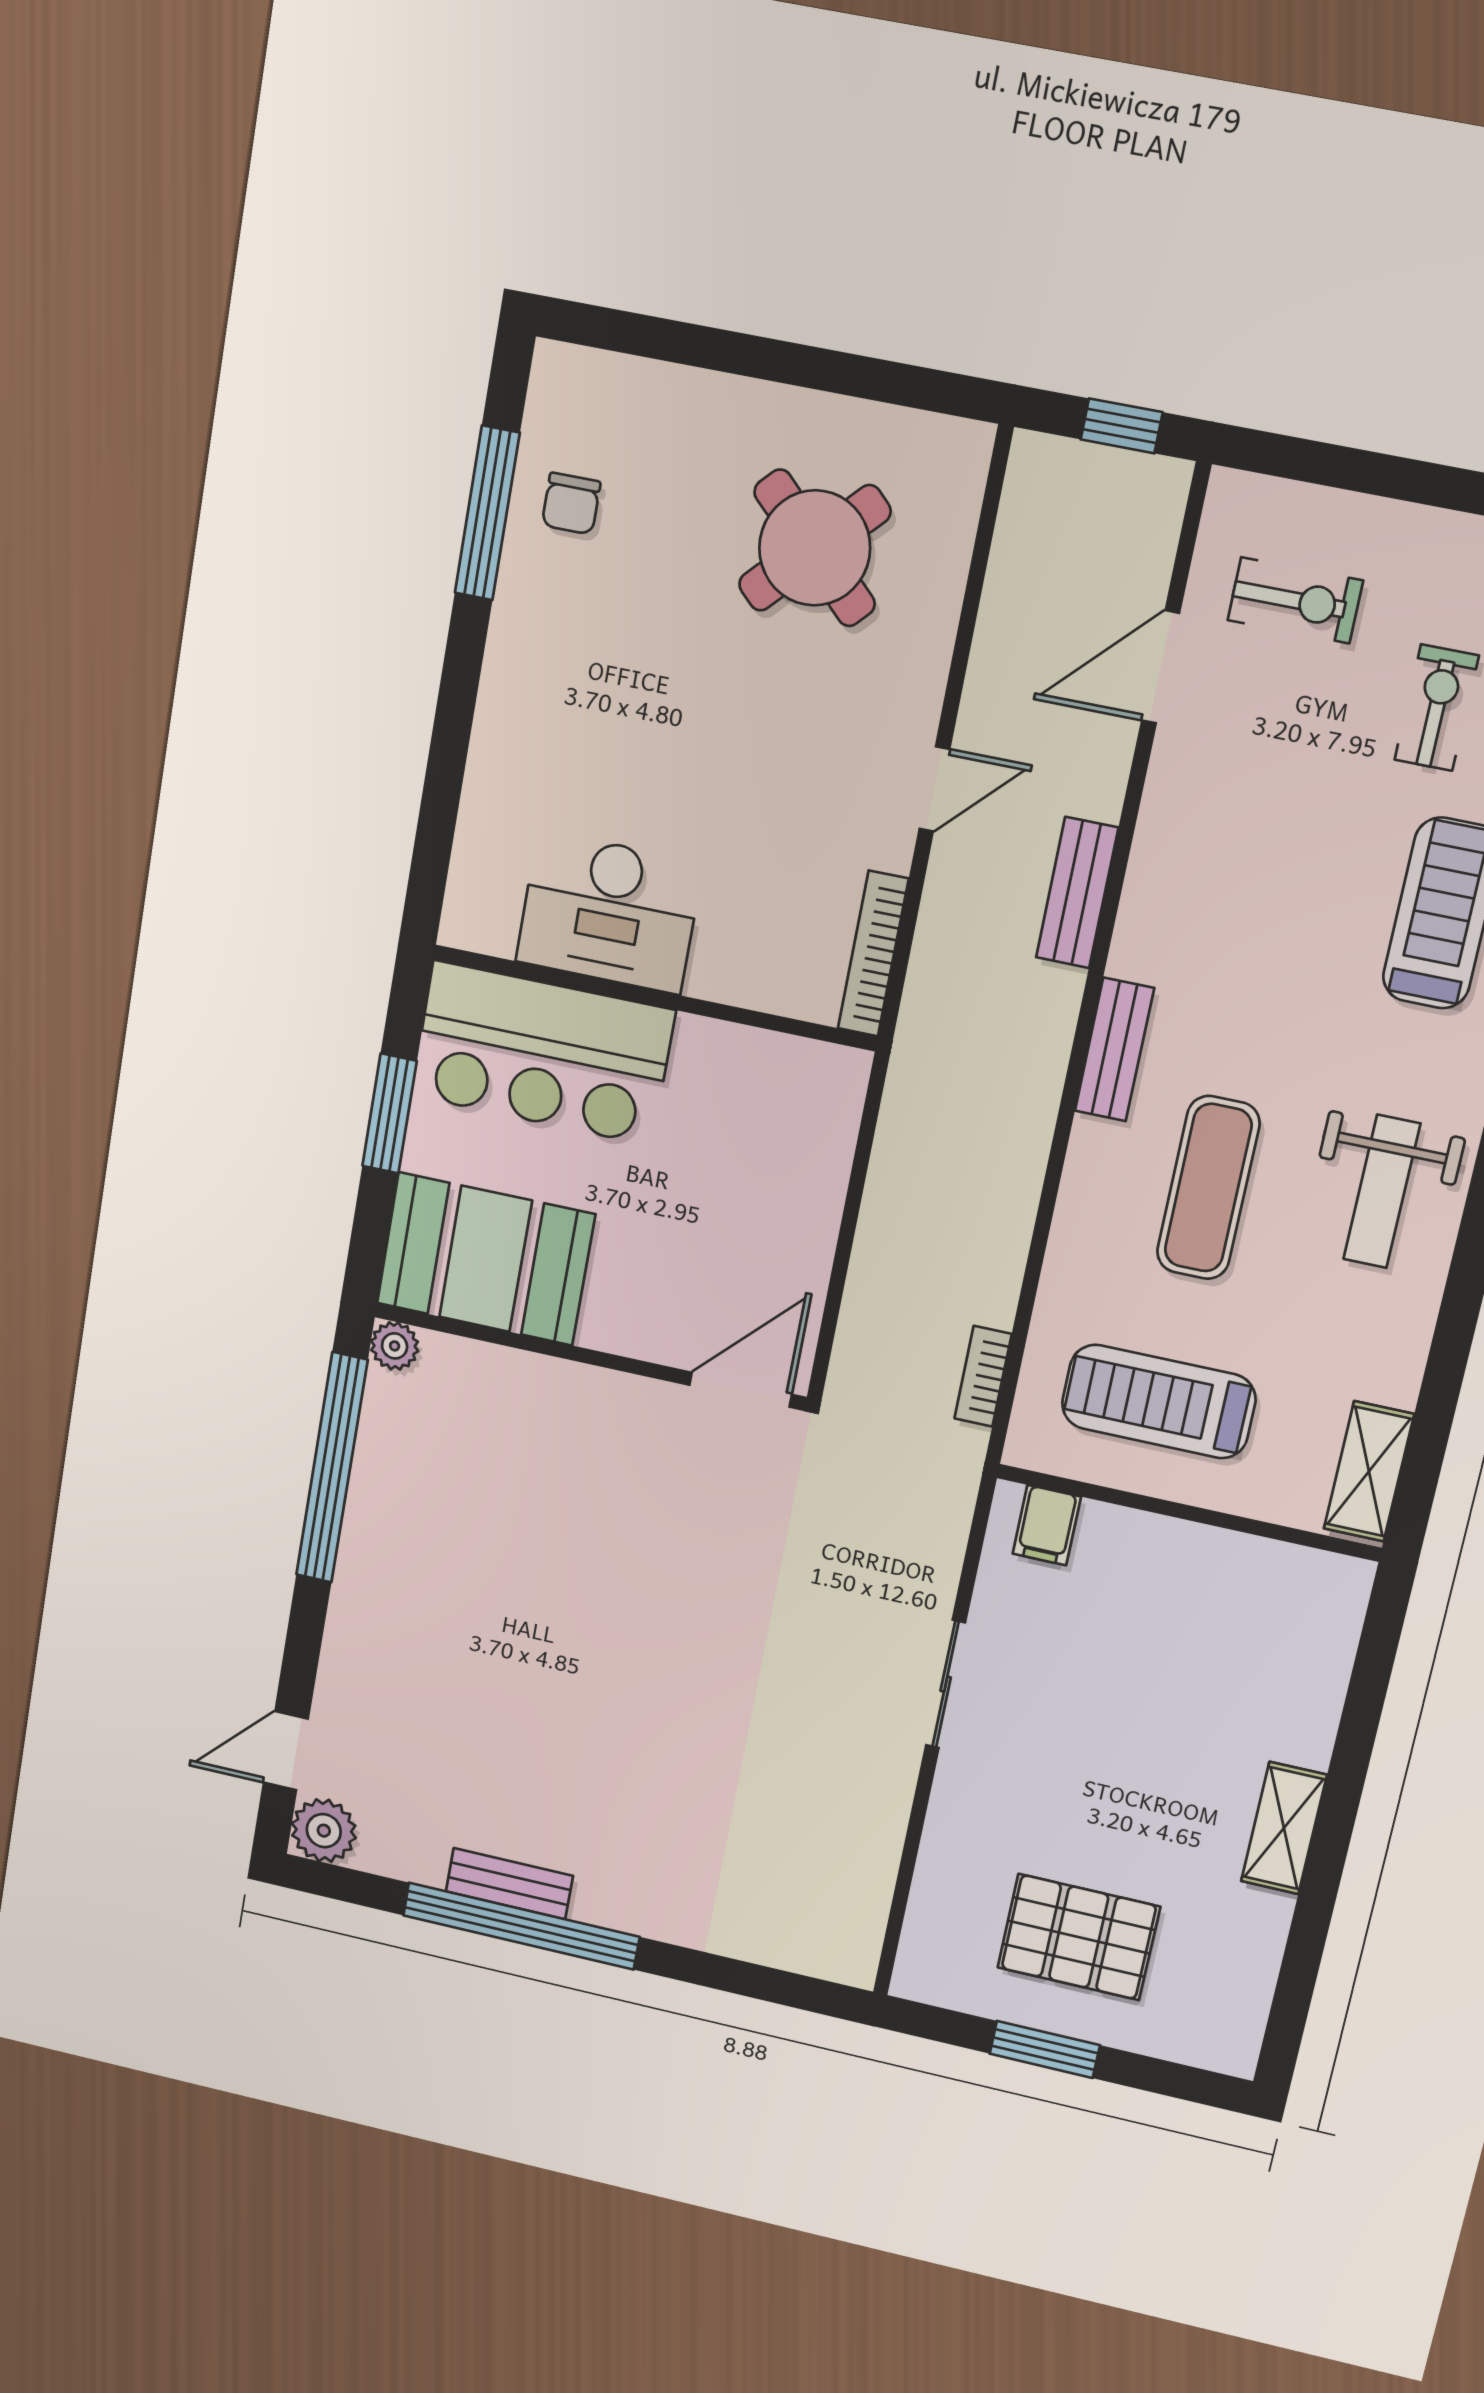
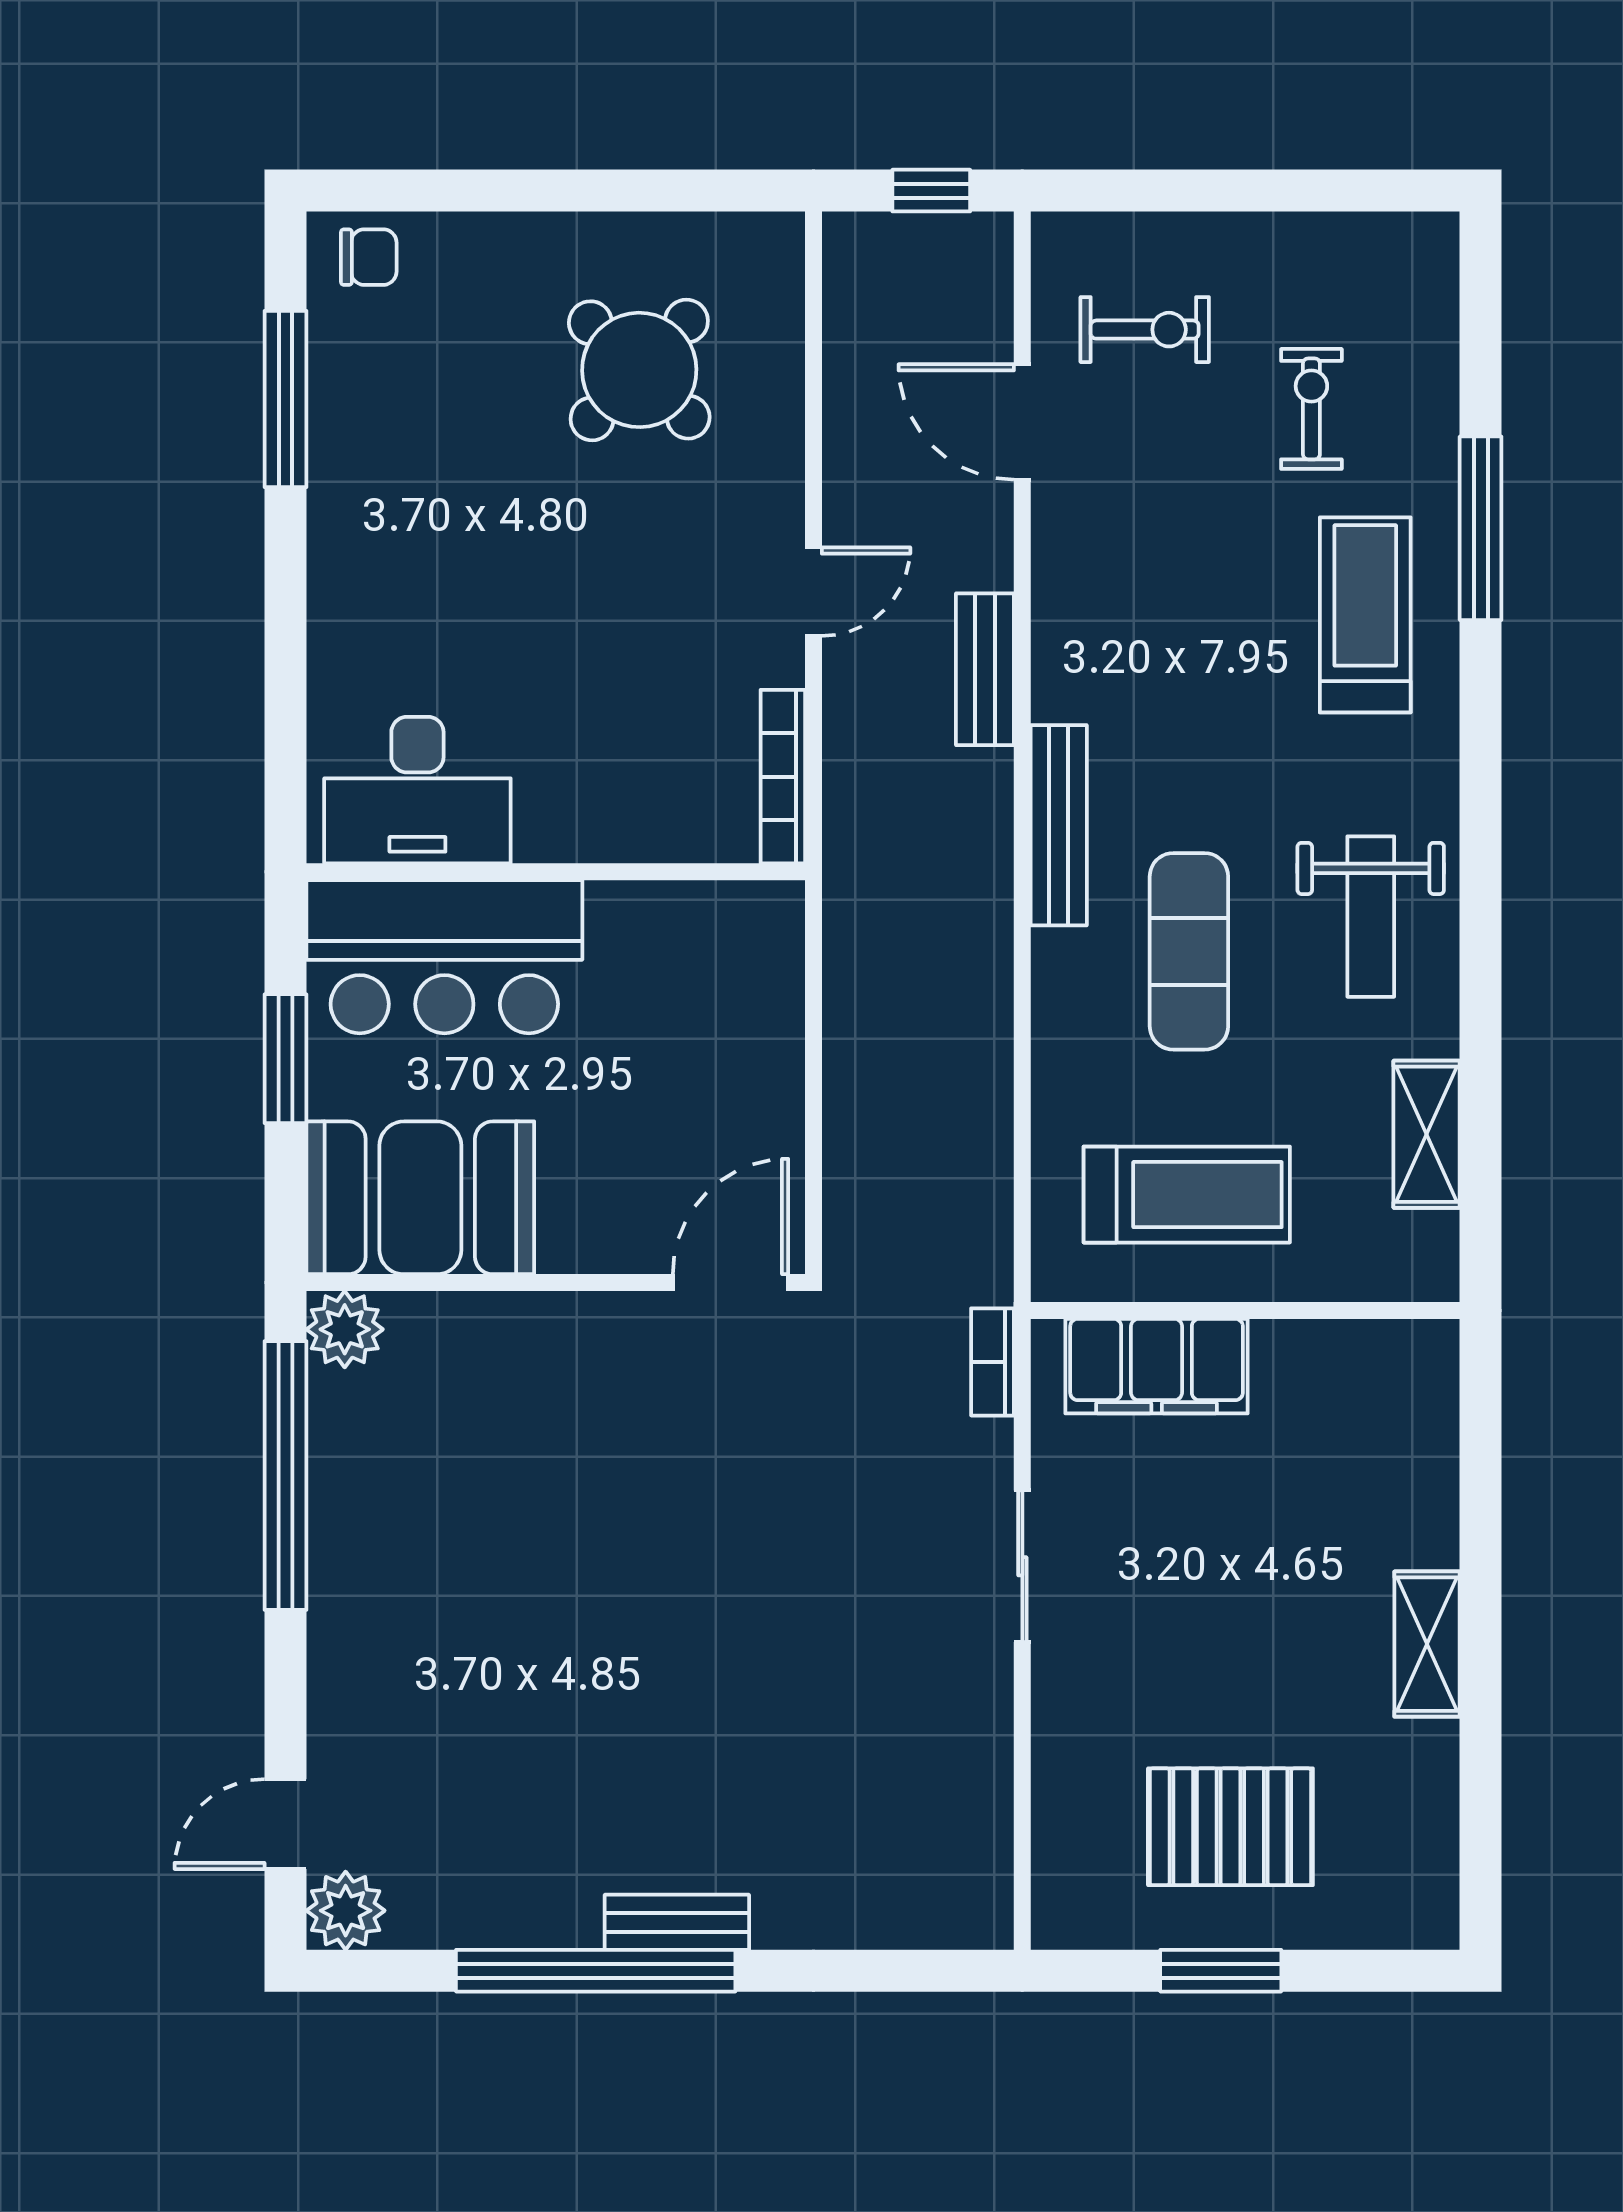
chair: (571, 503) -> (369, 257), moved, turned -90
door: (1161, 667) -> (1022, 422), hinge flipped
desk: (609, 912) -> (417, 790), moved
bench: (1114, 1049) -> (1059, 825), width x1.36
plant: (395, 1346) -> (345, 1329), width x1.38, depth x1.38
bookcase: (983, 1376) -> (993, 1362), moved
treadmill: (1159, 1402) -> (1187, 1195), turned 180
shelving: (1369, 1471) -> (1427, 1134), moved
filing cabinet: (1047, 1525) -> (1157, 1366), width x3.00, depth x1.17
bench: (509, 1884) -> (677, 1922), moved

